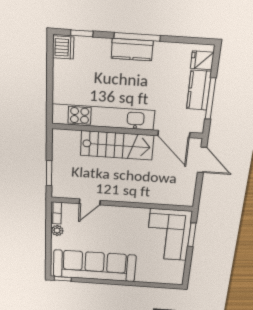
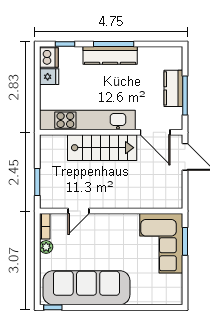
kitchen counter: (132, 50) -> (110, 55), width x1.50
fridge: (202, 60) -> (49, 77), moved, turned 180

